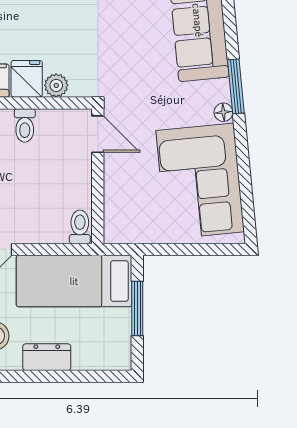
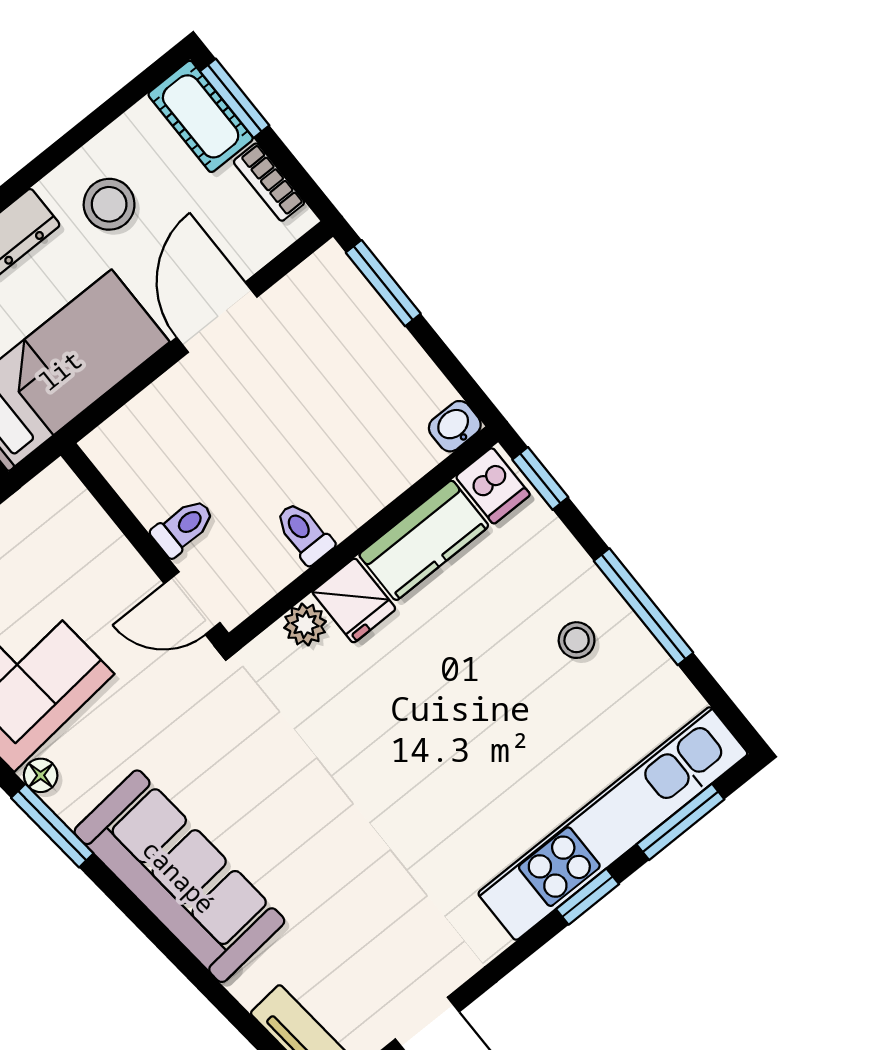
toilet: (80, 227) -> (183, 527), moved, turned -90

